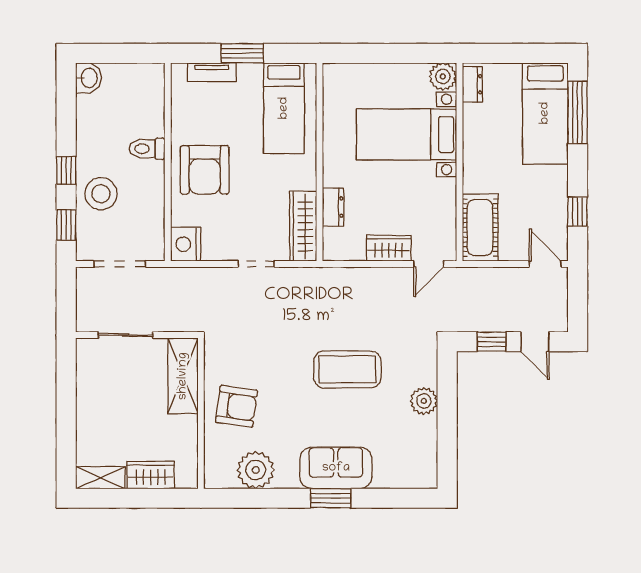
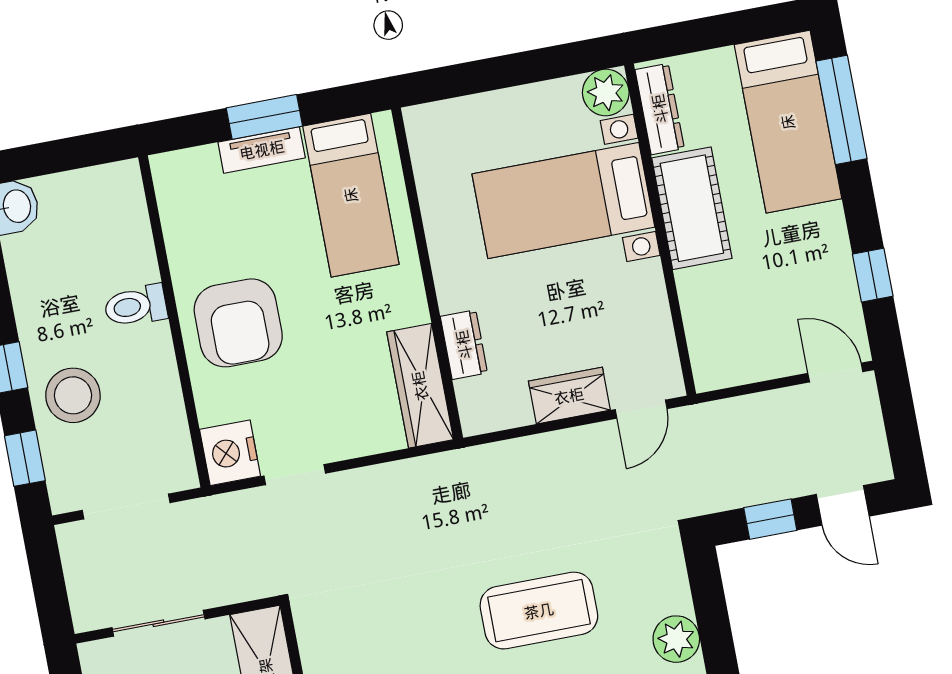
tv unit: (212, 72) -> (262, 150), moved
dresser: (472, 84) -> (660, 109), width x1.44
cot: (480, 228) -> (692, 208), moved
doorway: (256, 264) -> (295, 475), moved

